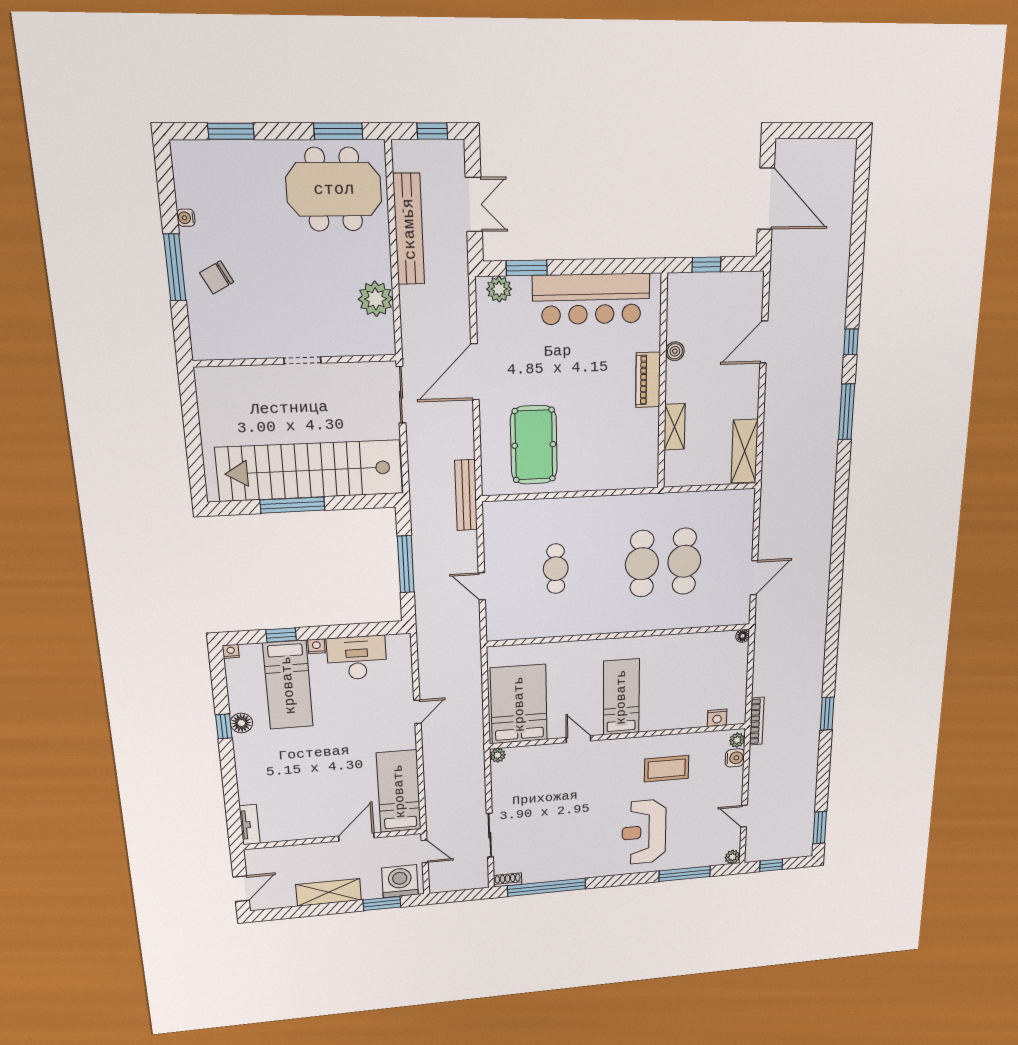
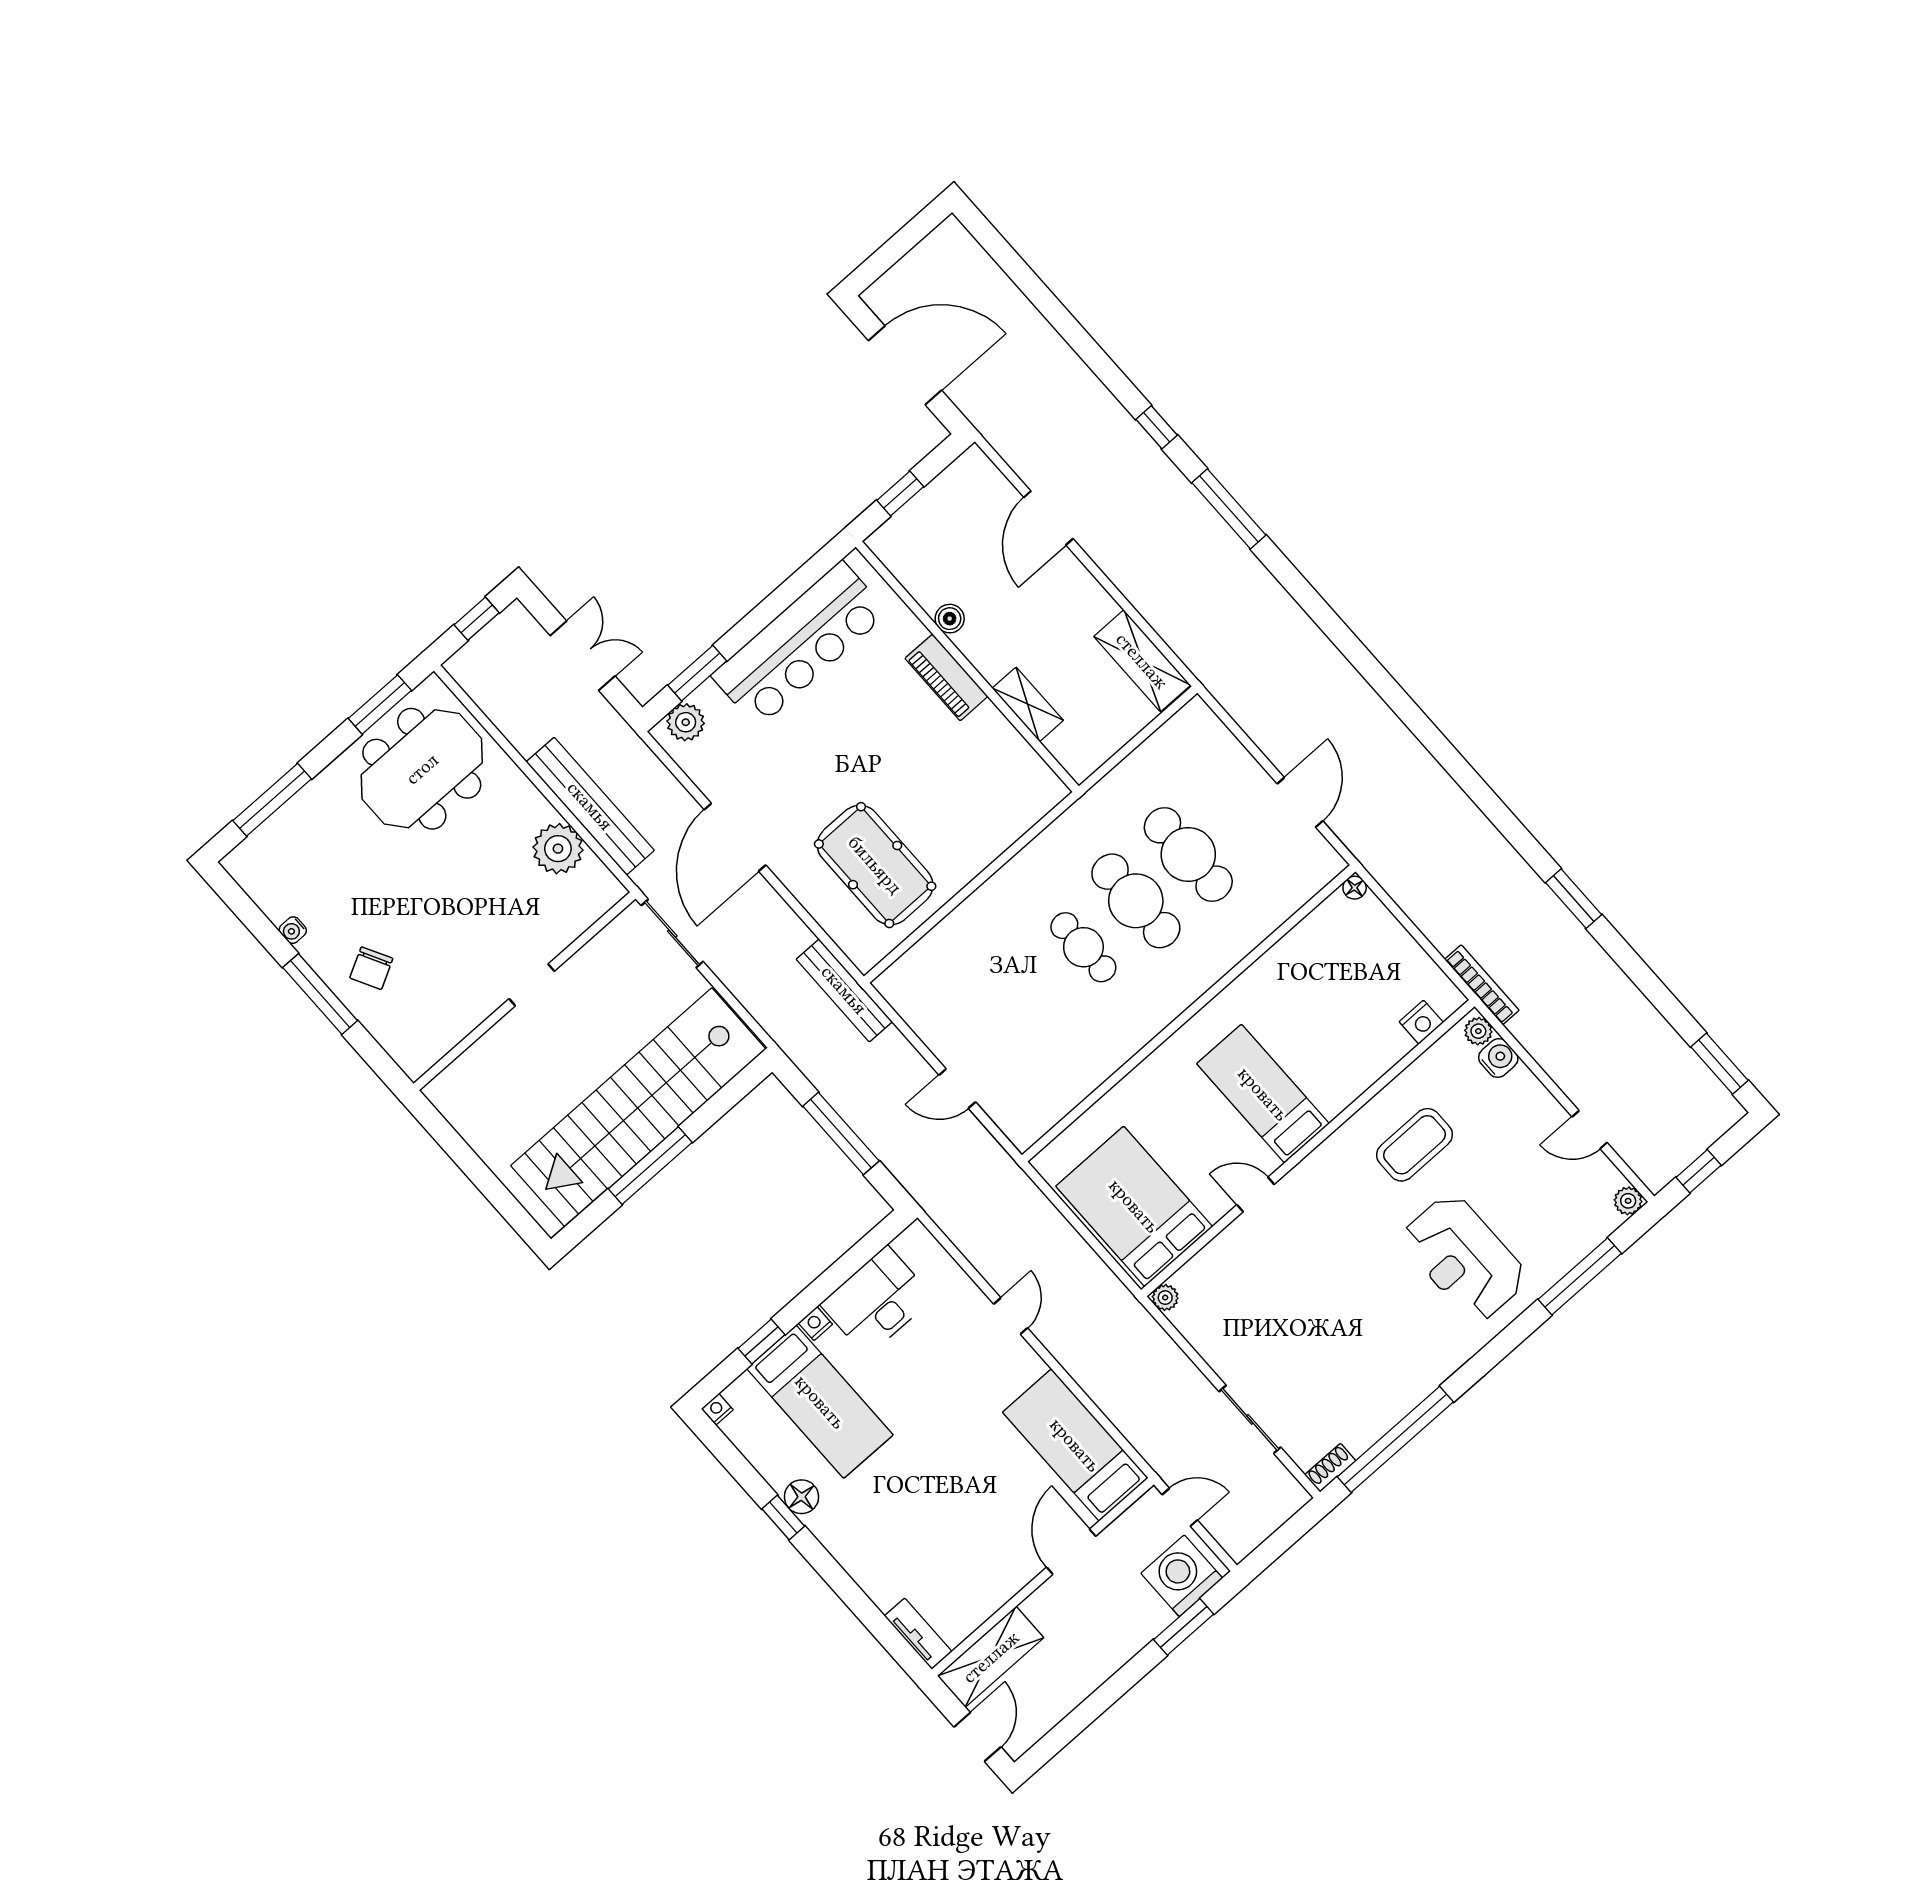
window: (231, 131) -> (272, 800), width x1.44
bench: (409, 229) -> (590, 806), moved
cafe table: (556, 569) -> (1083, 947), moved
shelving: (329, 892) -> (991, 1657), moved

